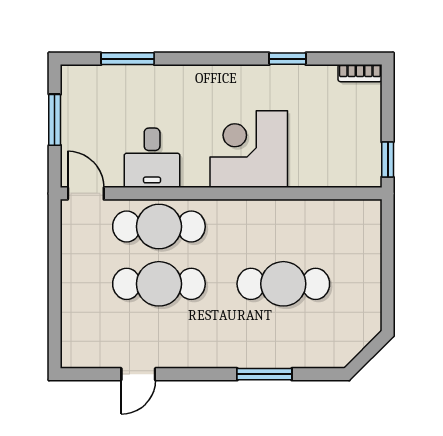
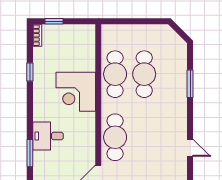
desk: (152, 158) -> (48, 136), moved, turned 180
window: (388, 160) -> (54, 21), moved
cafe table: (159, 284) -> (115, 74), moved

